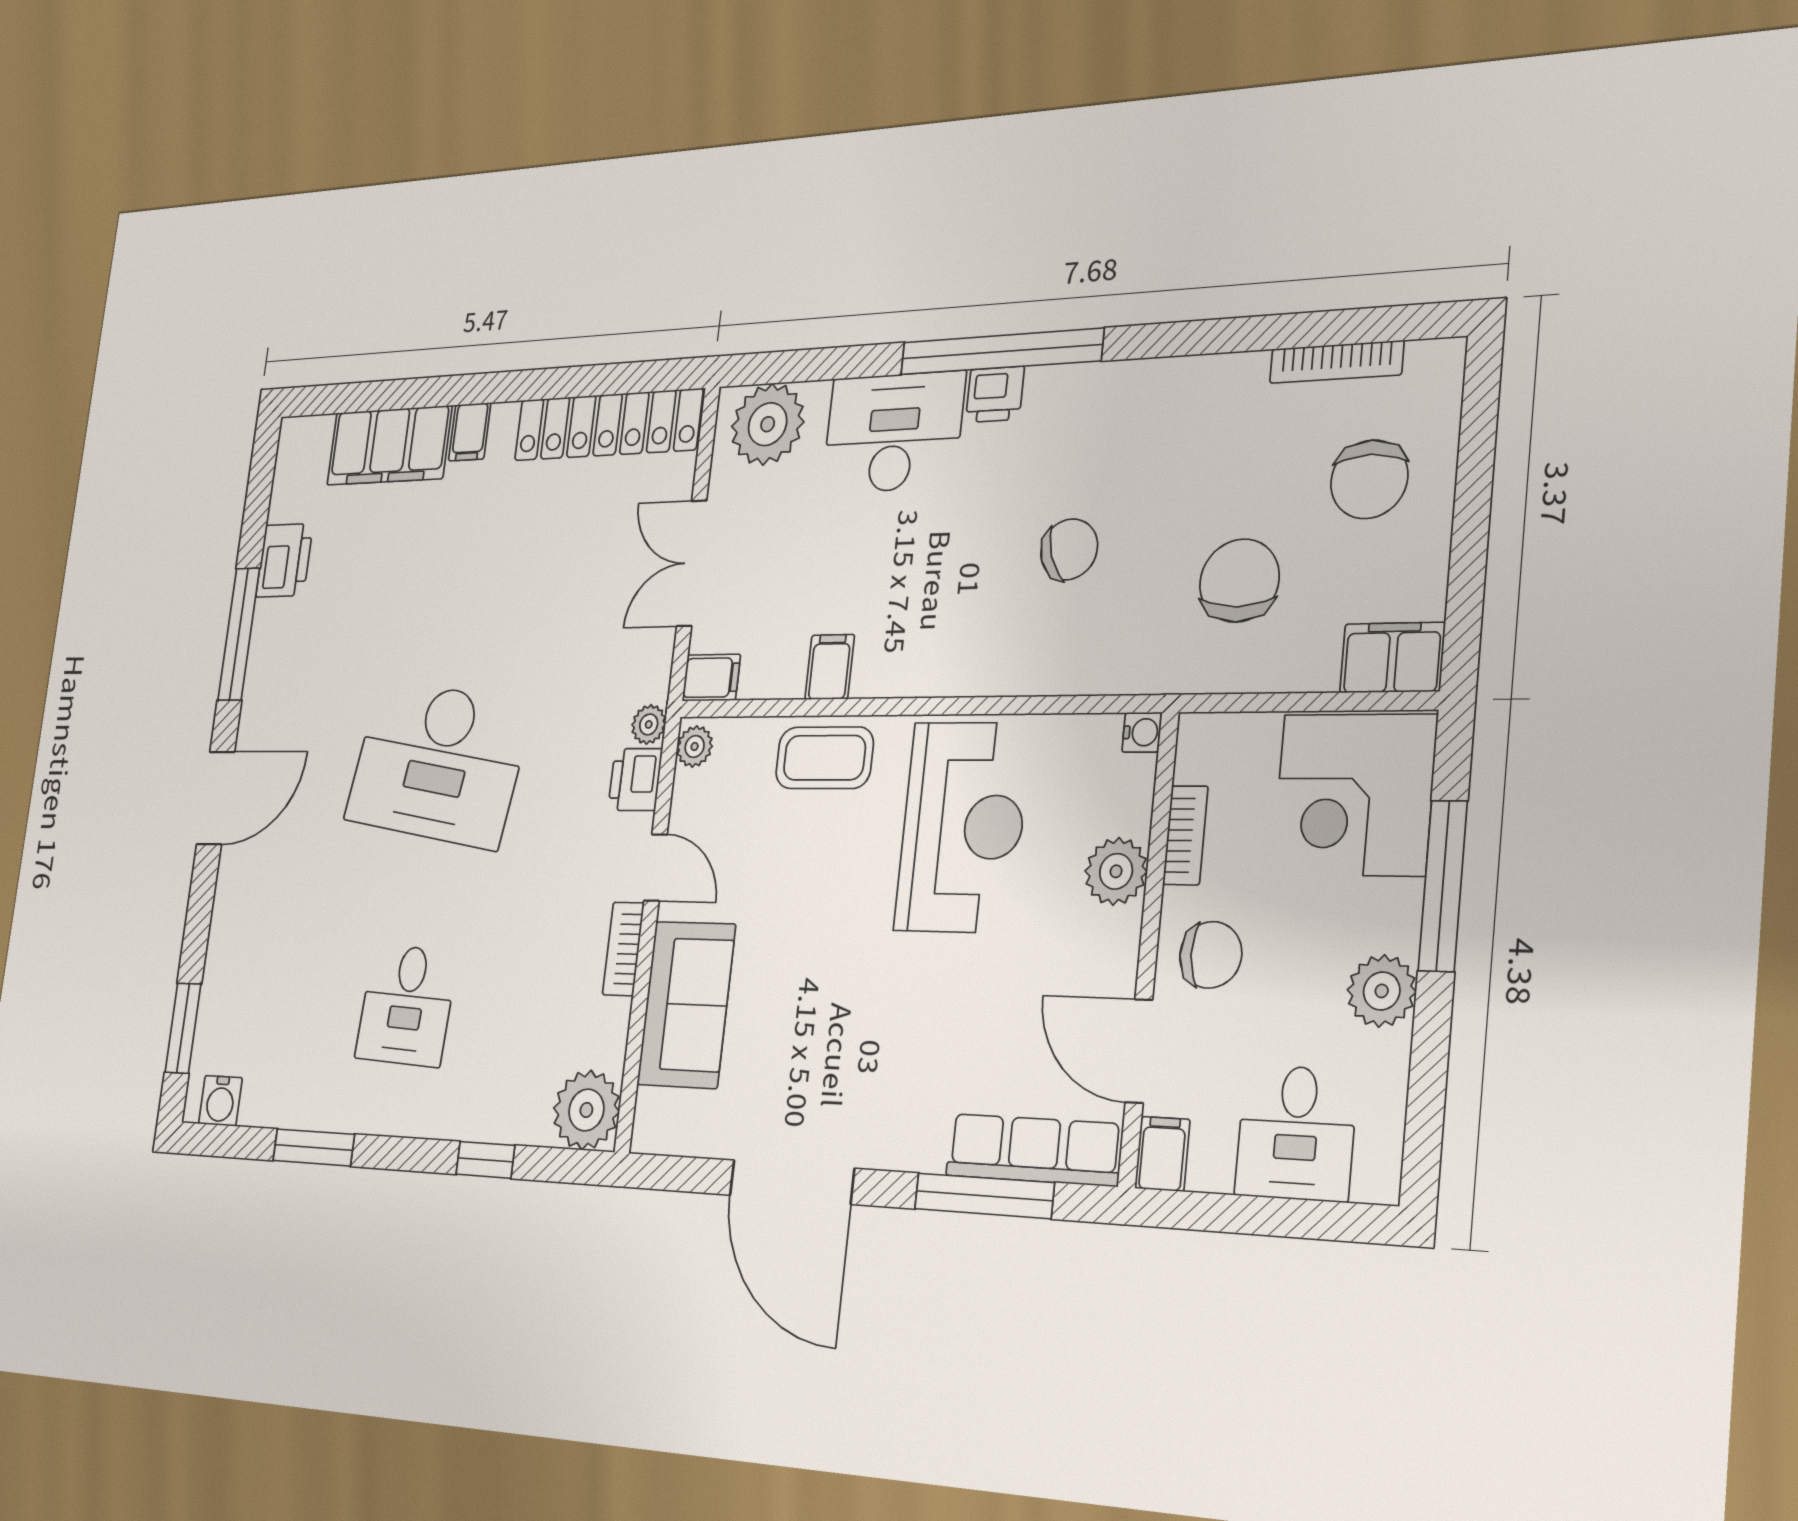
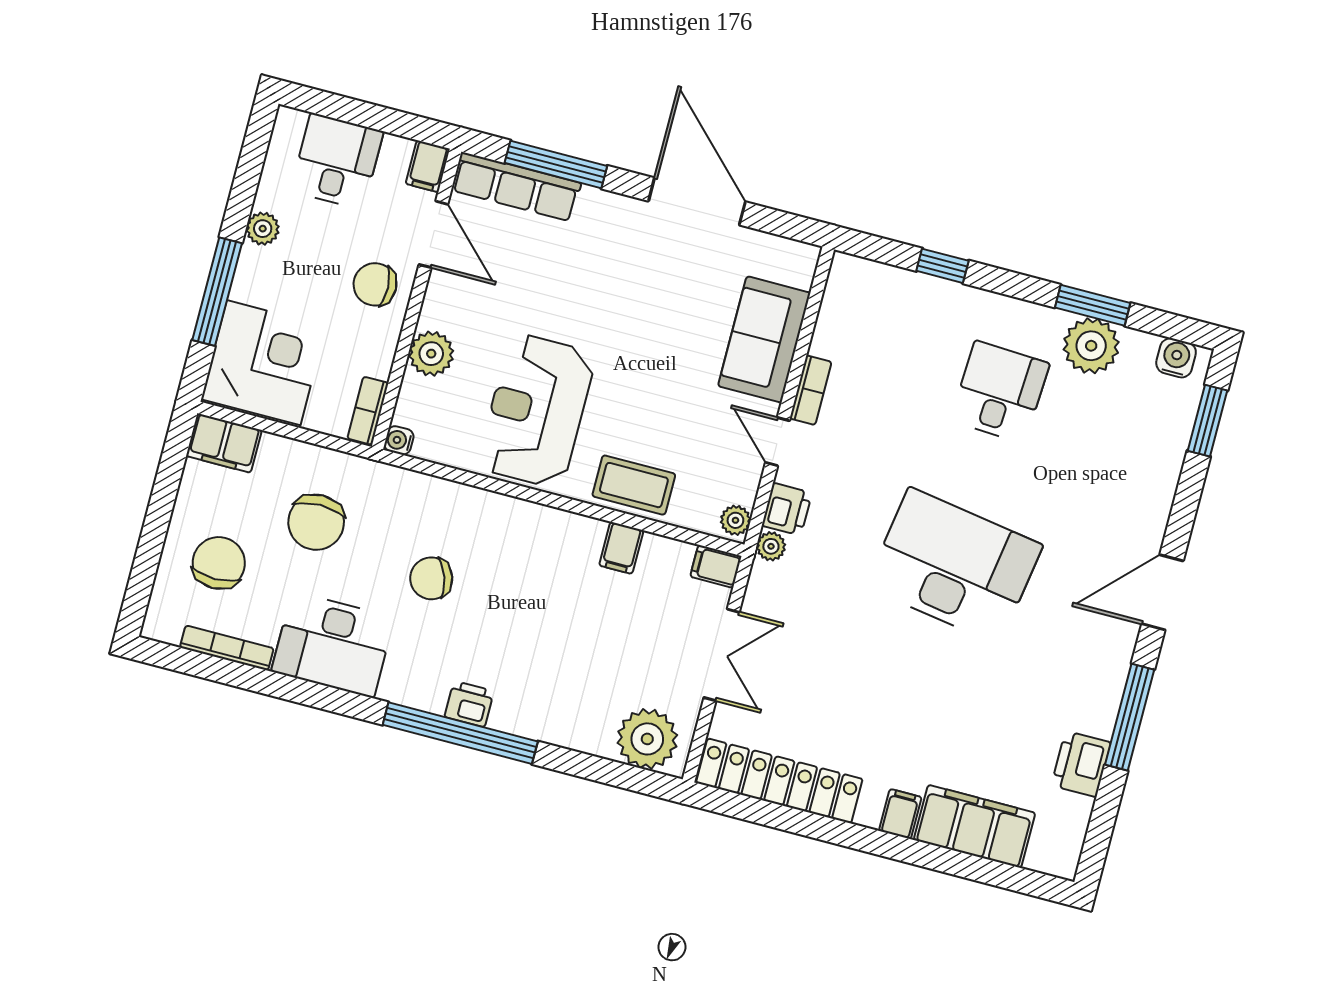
desk: (893, 432) -> (333, 645), moved
bookcase: (1185, 835) -> (368, 411), moved
plant: (1382, 991) -> (263, 229), width x0.73, depth x0.73
plant: (586, 1110) -> (1091, 346), moved

